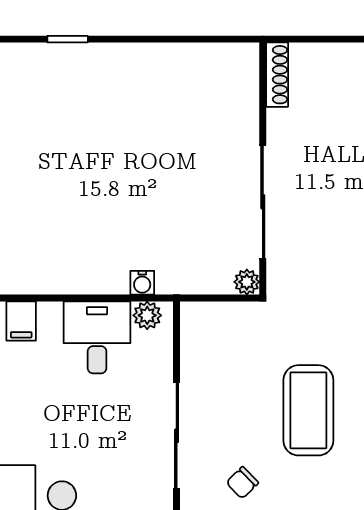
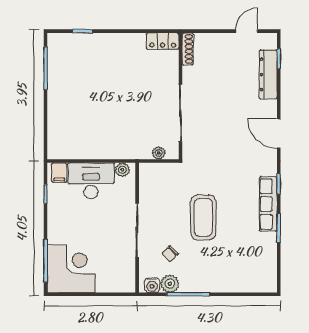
locker: (227, 59) -> (163, 41), added
plant: (247, 282) -> (159, 153), moved
water cooler: (142, 283) -> (120, 153), removed
desk: (97, 337) -> (91, 181), width x1.37

